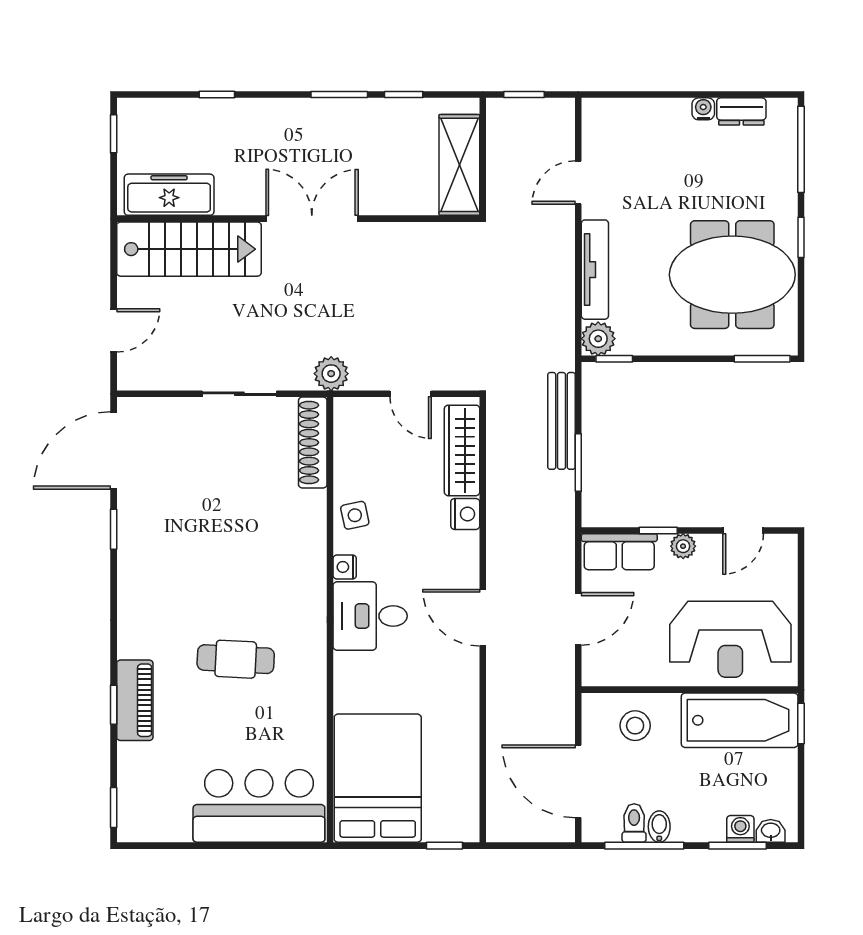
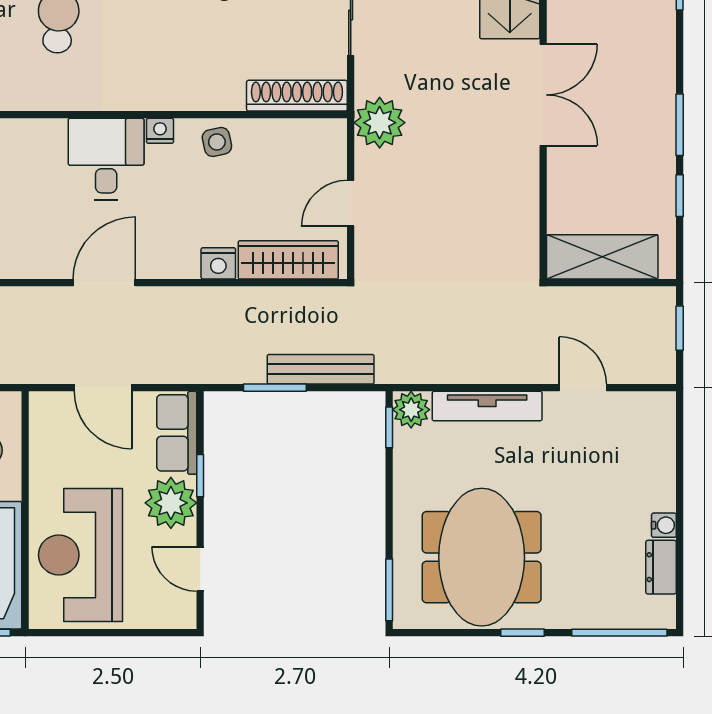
plant: (331, 374) -> (380, 123), width x1.36, depth x1.36
plant: (683, 546) -> (171, 503), width x1.88, depth x1.88

